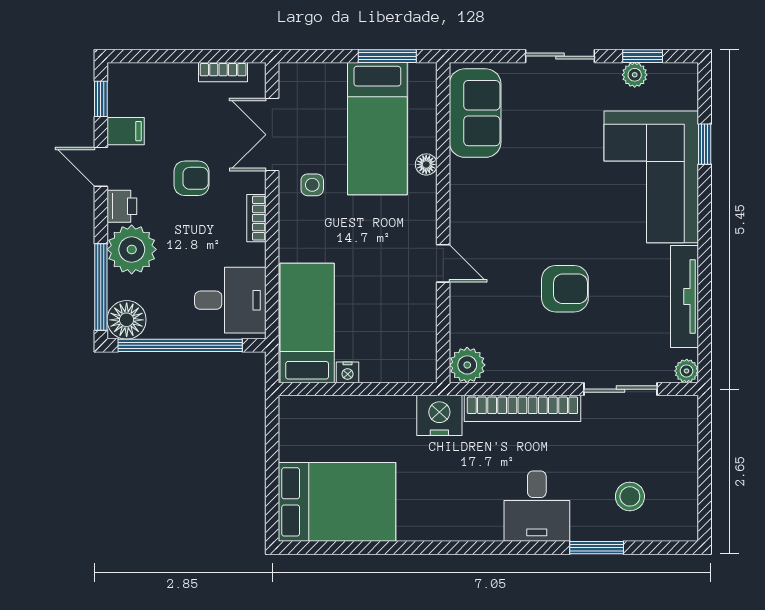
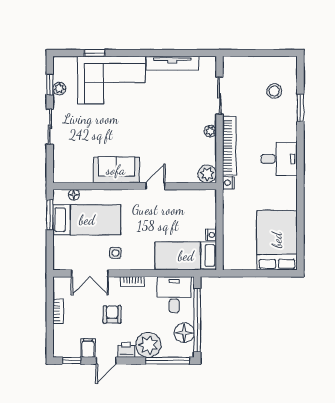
bookcase: (223, 72) -> (58, 311), moved
sofa: (475, 113) -> (116, 170), moved
floor lamp: (426, 164) -> (74, 195), moved
armchair: (565, 289) -> (168, 124), removed
floor lamp: (127, 320) -> (184, 333), moved
plant: (687, 371) -> (210, 131), moved
nightstand: (439, 415) -> (228, 183), width x0.53, depth x0.56
desk: (537, 506) -> (279, 159), moved

